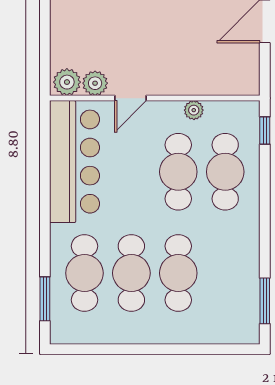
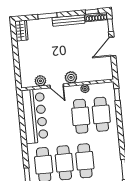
plant: (67, 82) -> (71, 77), moved
door: (131, 98) -> (57, 86), hinge flipped

